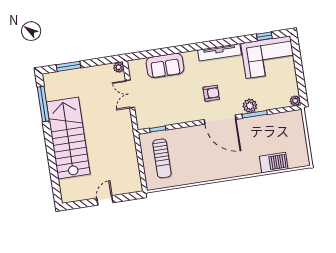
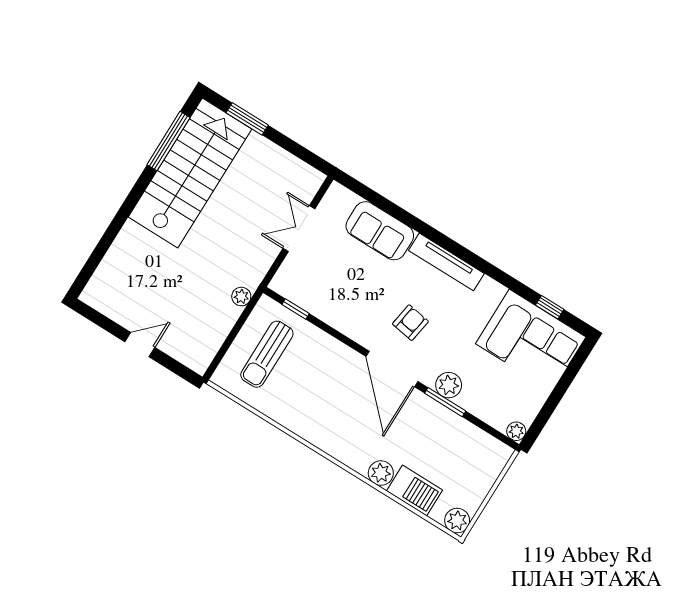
tv unit: (220, 52) -> (446, 262), moved
plant: (119, 67) -> (241, 297), moved
armchair: (211, 93) -> (410, 323), turned -81
stairs: (68, 138) -> (190, 173), moved
plant: (302, 160) -> (457, 521), added
plant: (253, 167) -> (381, 473), added

